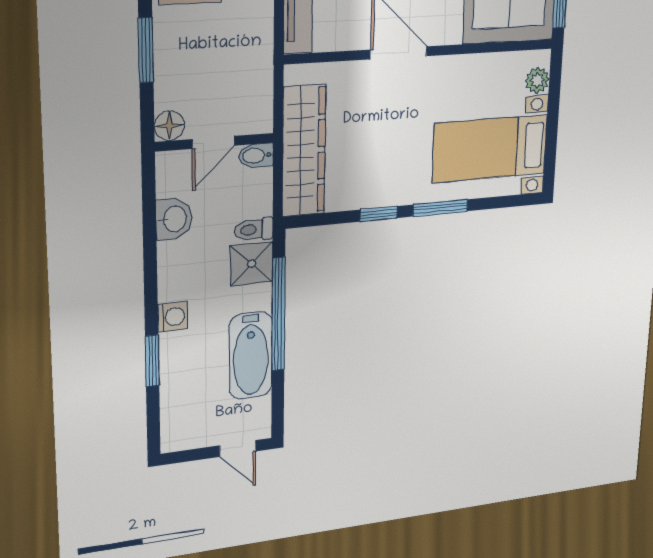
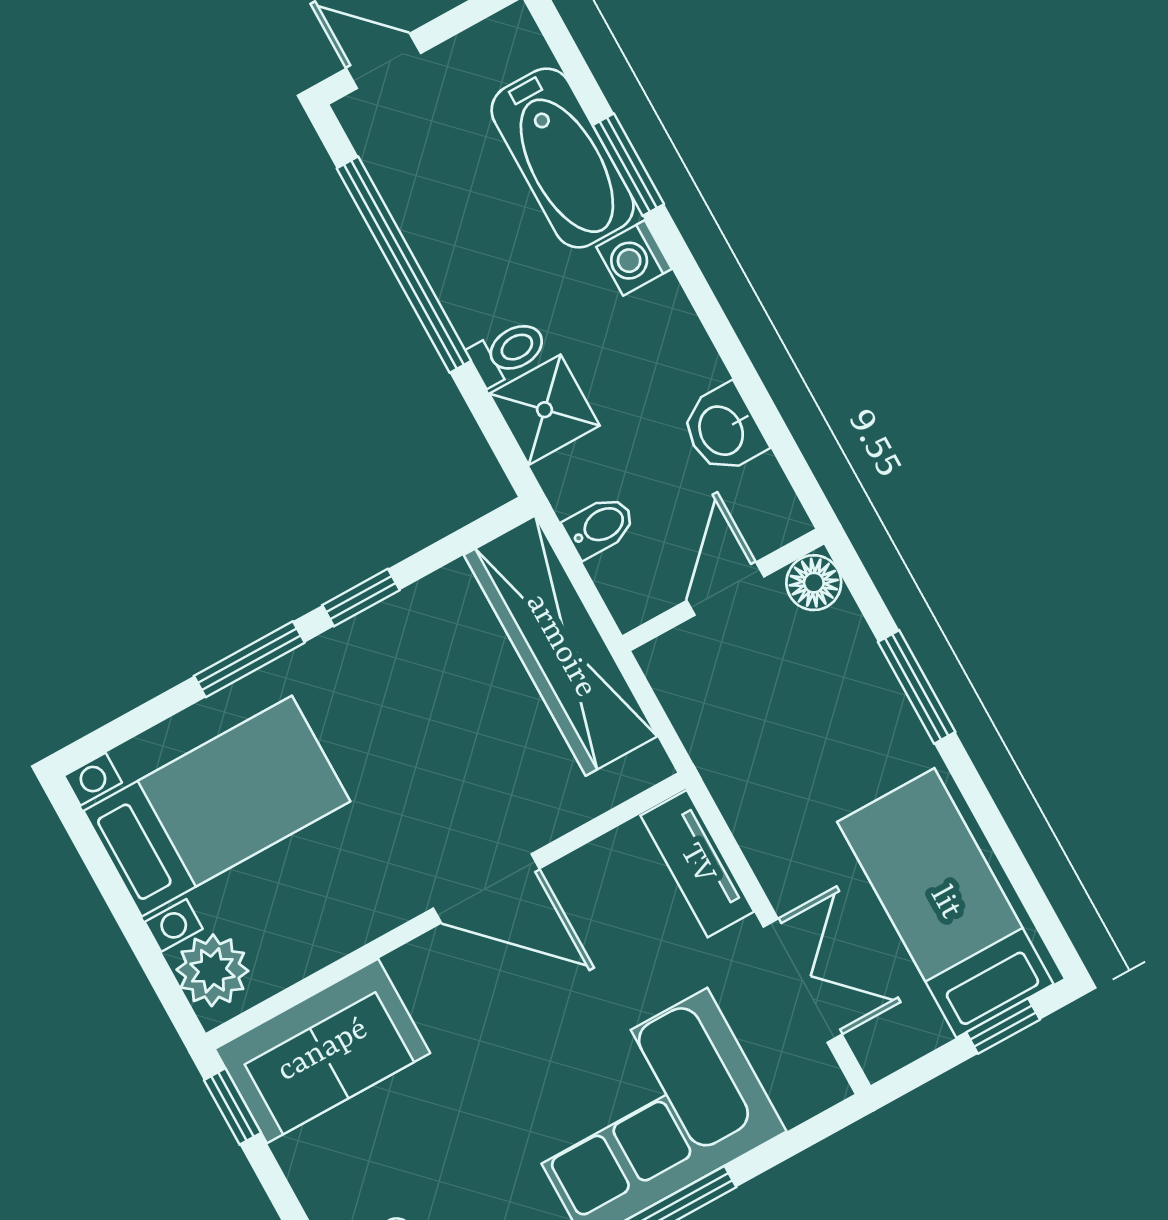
plant: (537, 80) -> (212, 970), width x1.38, depth x1.38
bidet: (256, 155) -> (600, 526), moved
toilet: (254, 229) -> (508, 352), moved
window: (278, 314) -> (404, 265), moved
bathtub: (251, 355) -> (563, 158), moved, turned 180

